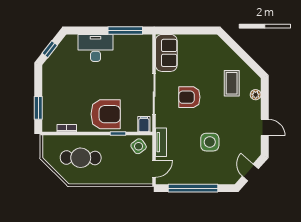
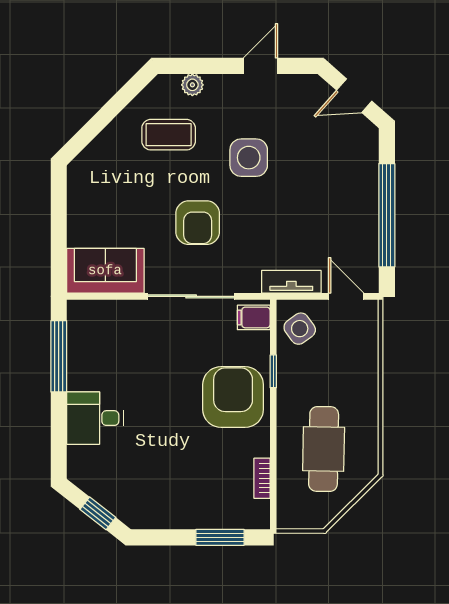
desk: (96, 48) -> (95, 418), width x0.73
side table: (210, 142) -> (249, 158), moved

